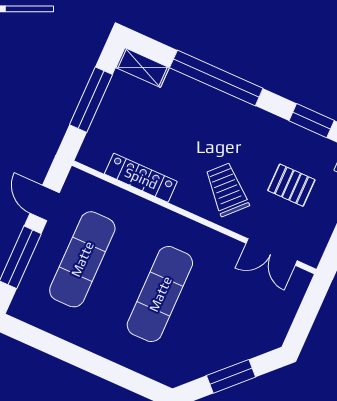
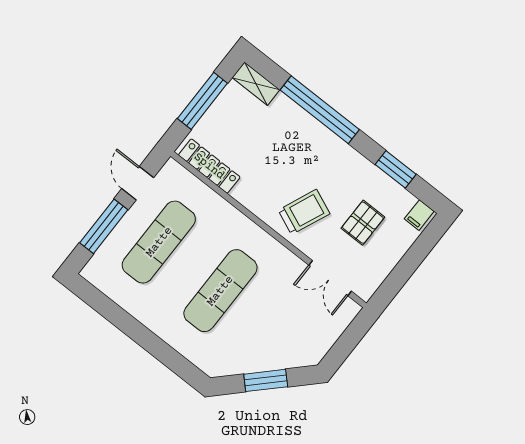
locker: (141, 178) -> (209, 166), moved
pallet: (291, 185) -> (363, 223), turned 90
trolley: (227, 189) -> (304, 212), turned 69

